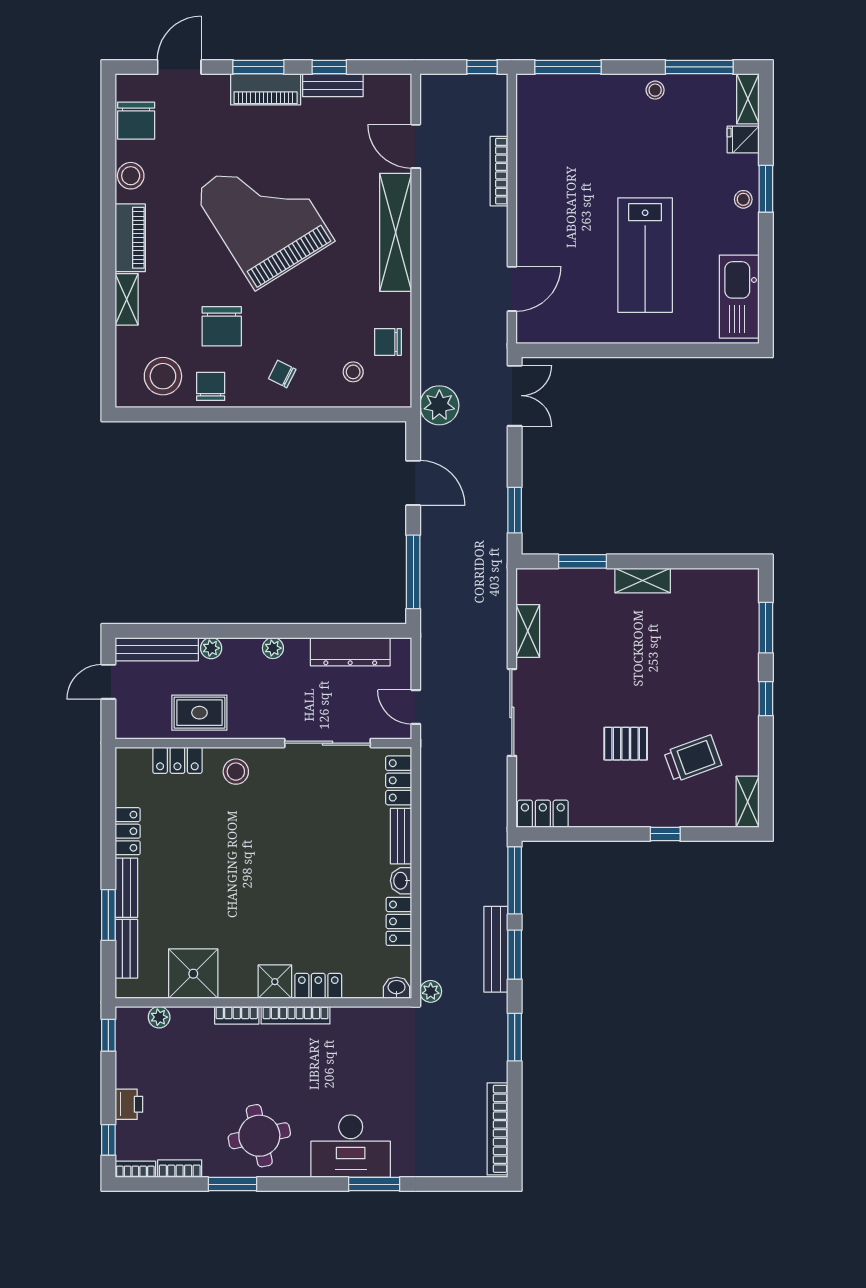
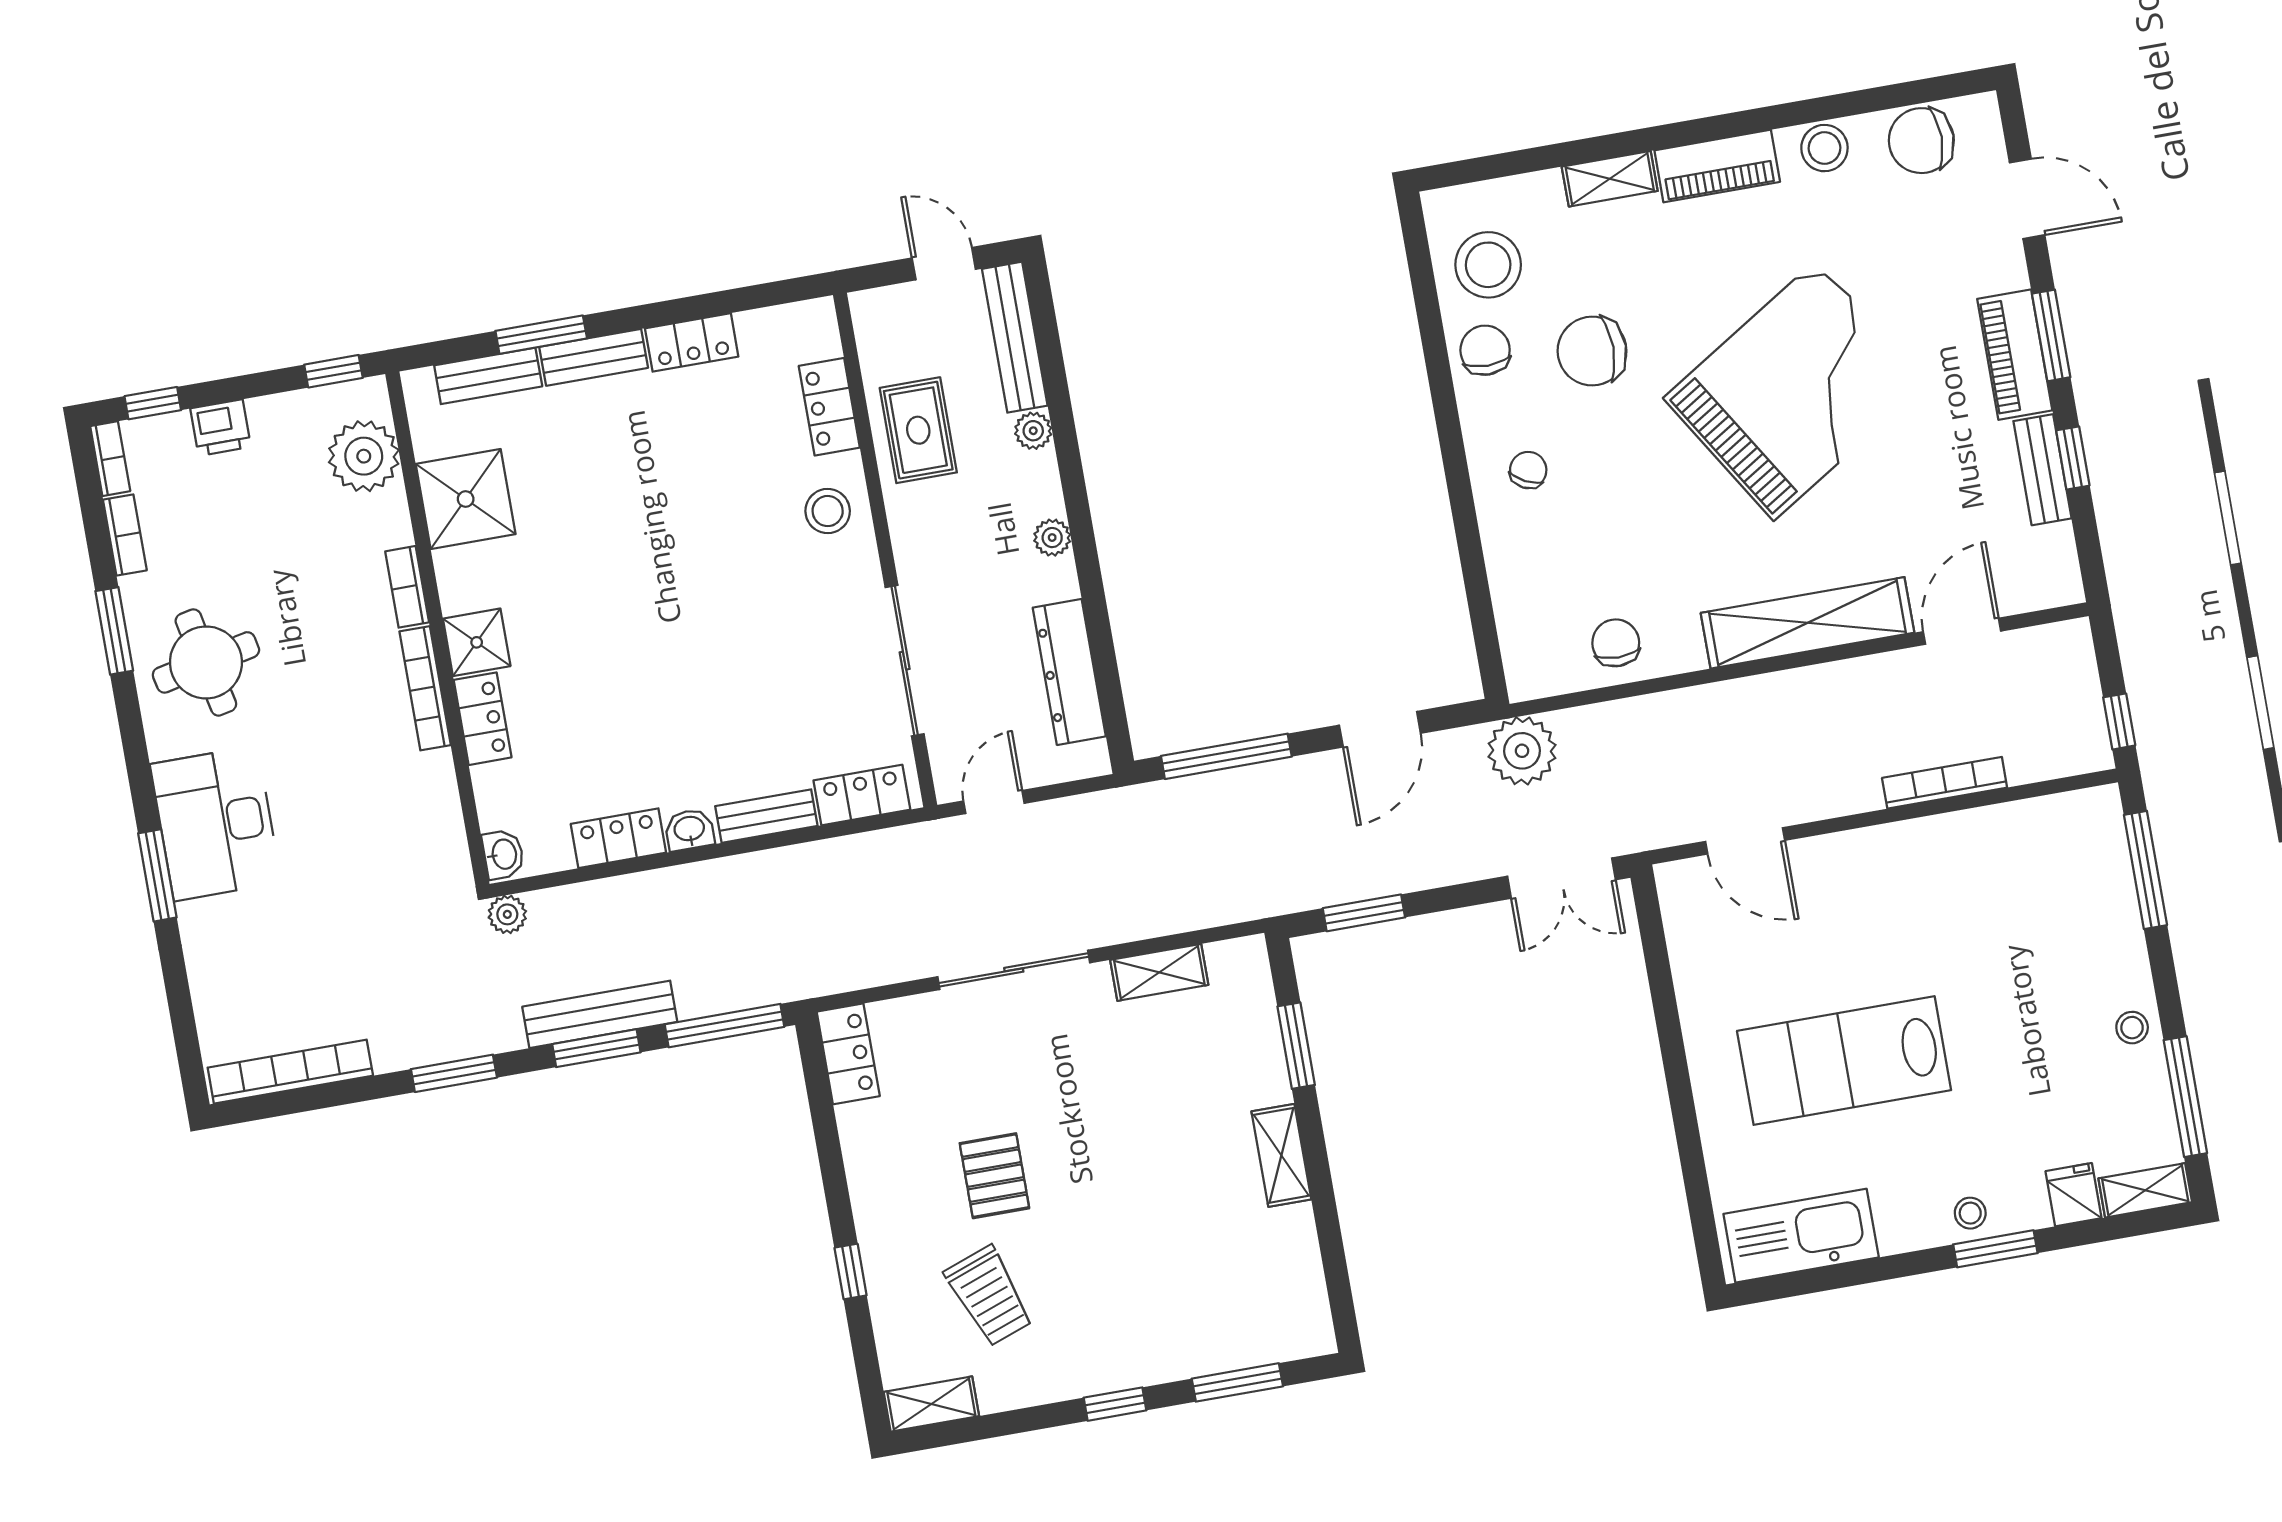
stool: (353, 372) -> (1553, 592), removed
chair: (211, 386) -> (1485, 350), turned -90
plant: (159, 1017) -> (364, 456), width x1.88, depth x1.88

